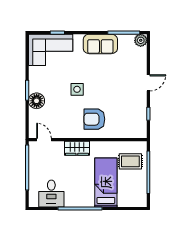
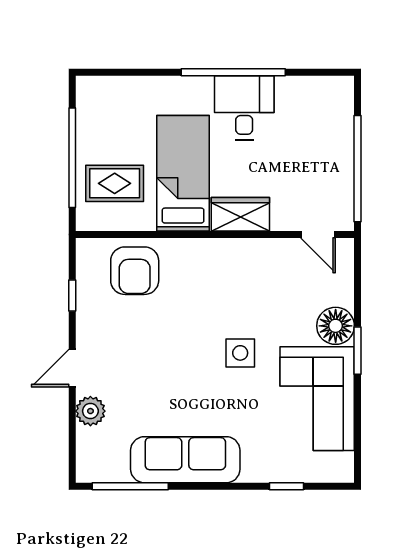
plant: (141, 40) -> (90, 411), moved
sofa: (100, 44) -> (185, 460), width x1.36
corner sofa: (51, 50) -> (317, 399), moved, turned -90
armchair: (94, 119) -> (135, 271), moved, turned 90
bed: (106, 182) -> (183, 173), moved, turned 180
desk: (51, 194) -> (244, 108), moved

